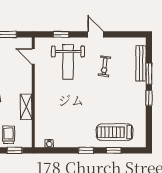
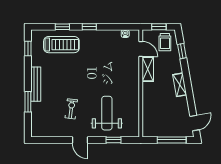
door: (33, 56) -> (141, 49), moved
bench: (141, 63) -> (36, 84), moved
window: (149, 98) -> (28, 48), moved

